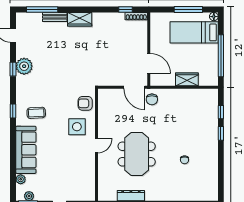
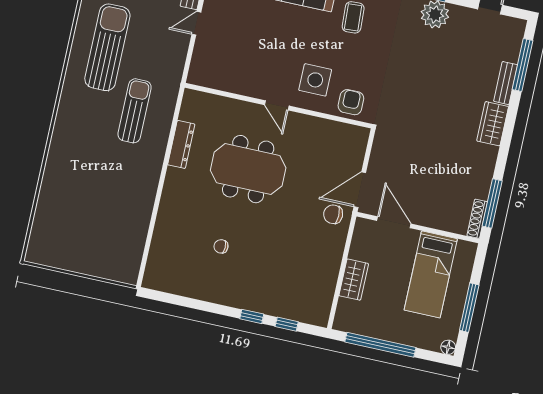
window: (126, 9) -> (492, 203), width x2.17
bed: (194, 32) -> (431, 274), moved, turned 180
door: (149, 63) -> (394, 222), swing flipped

